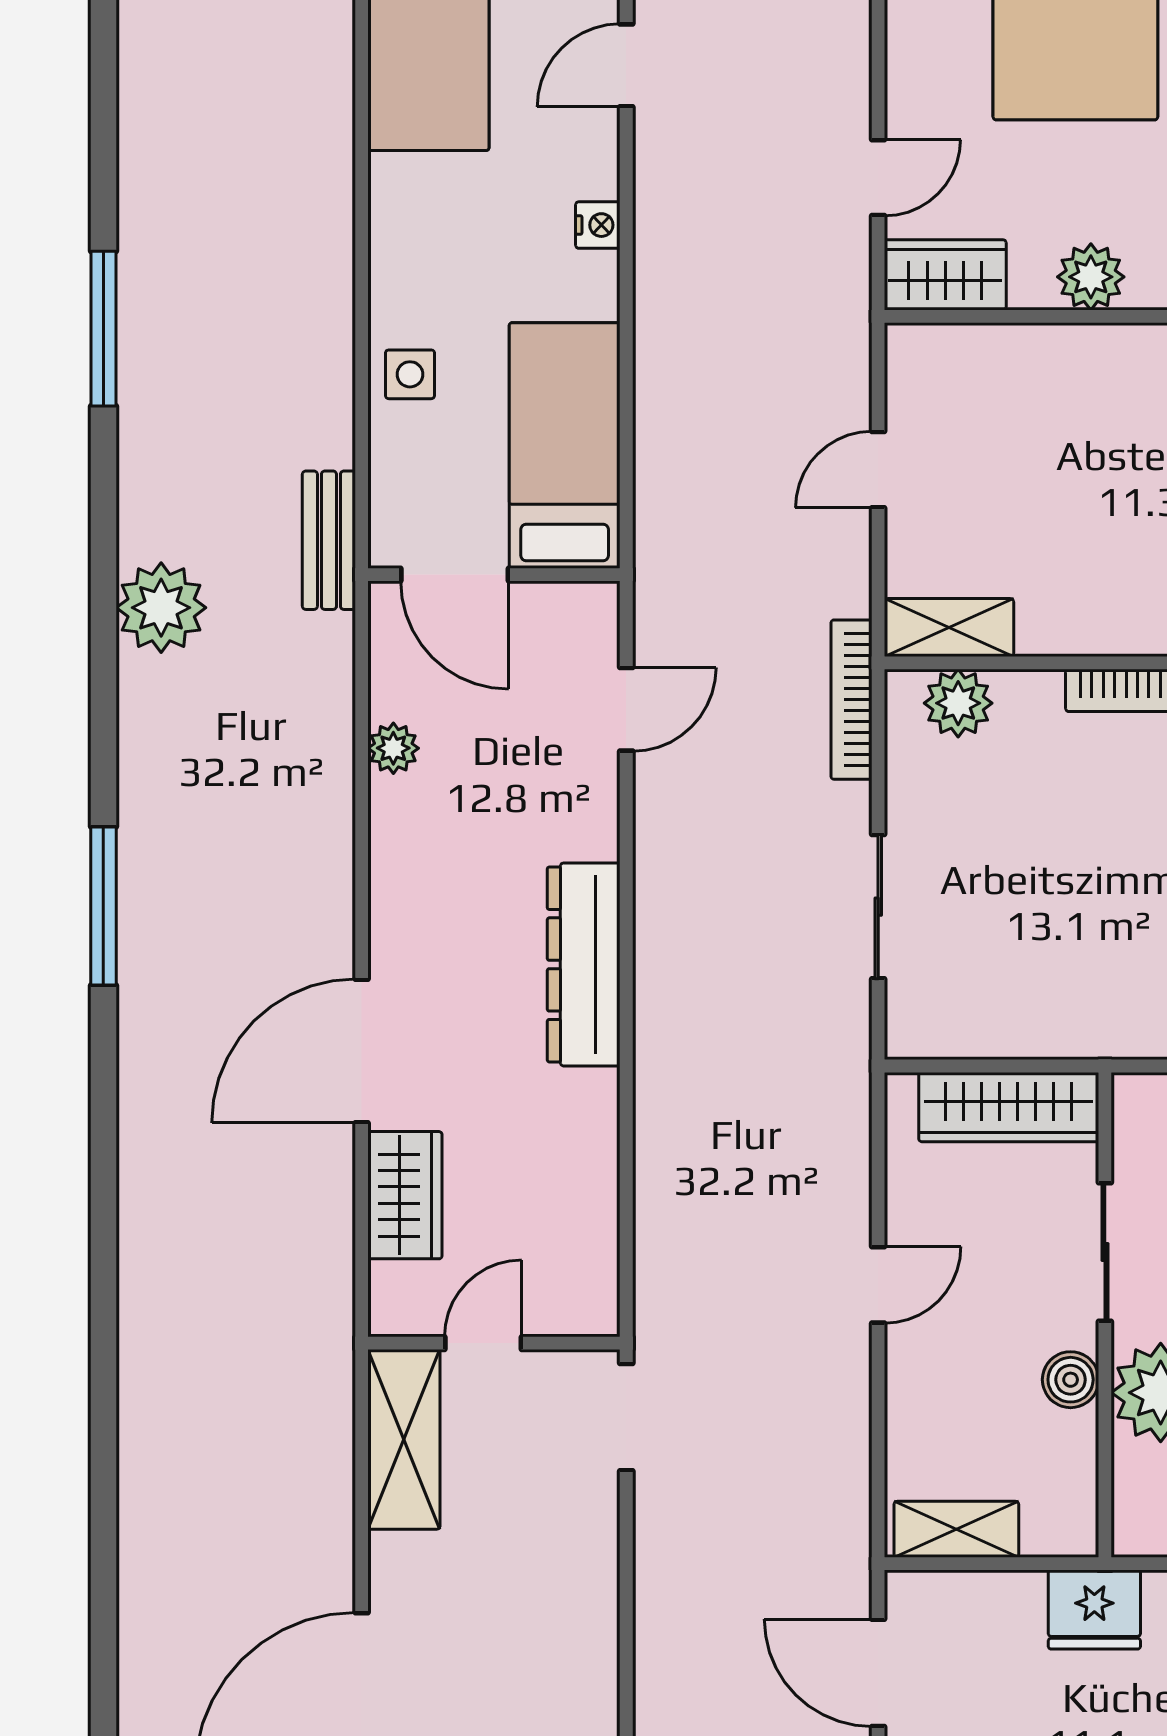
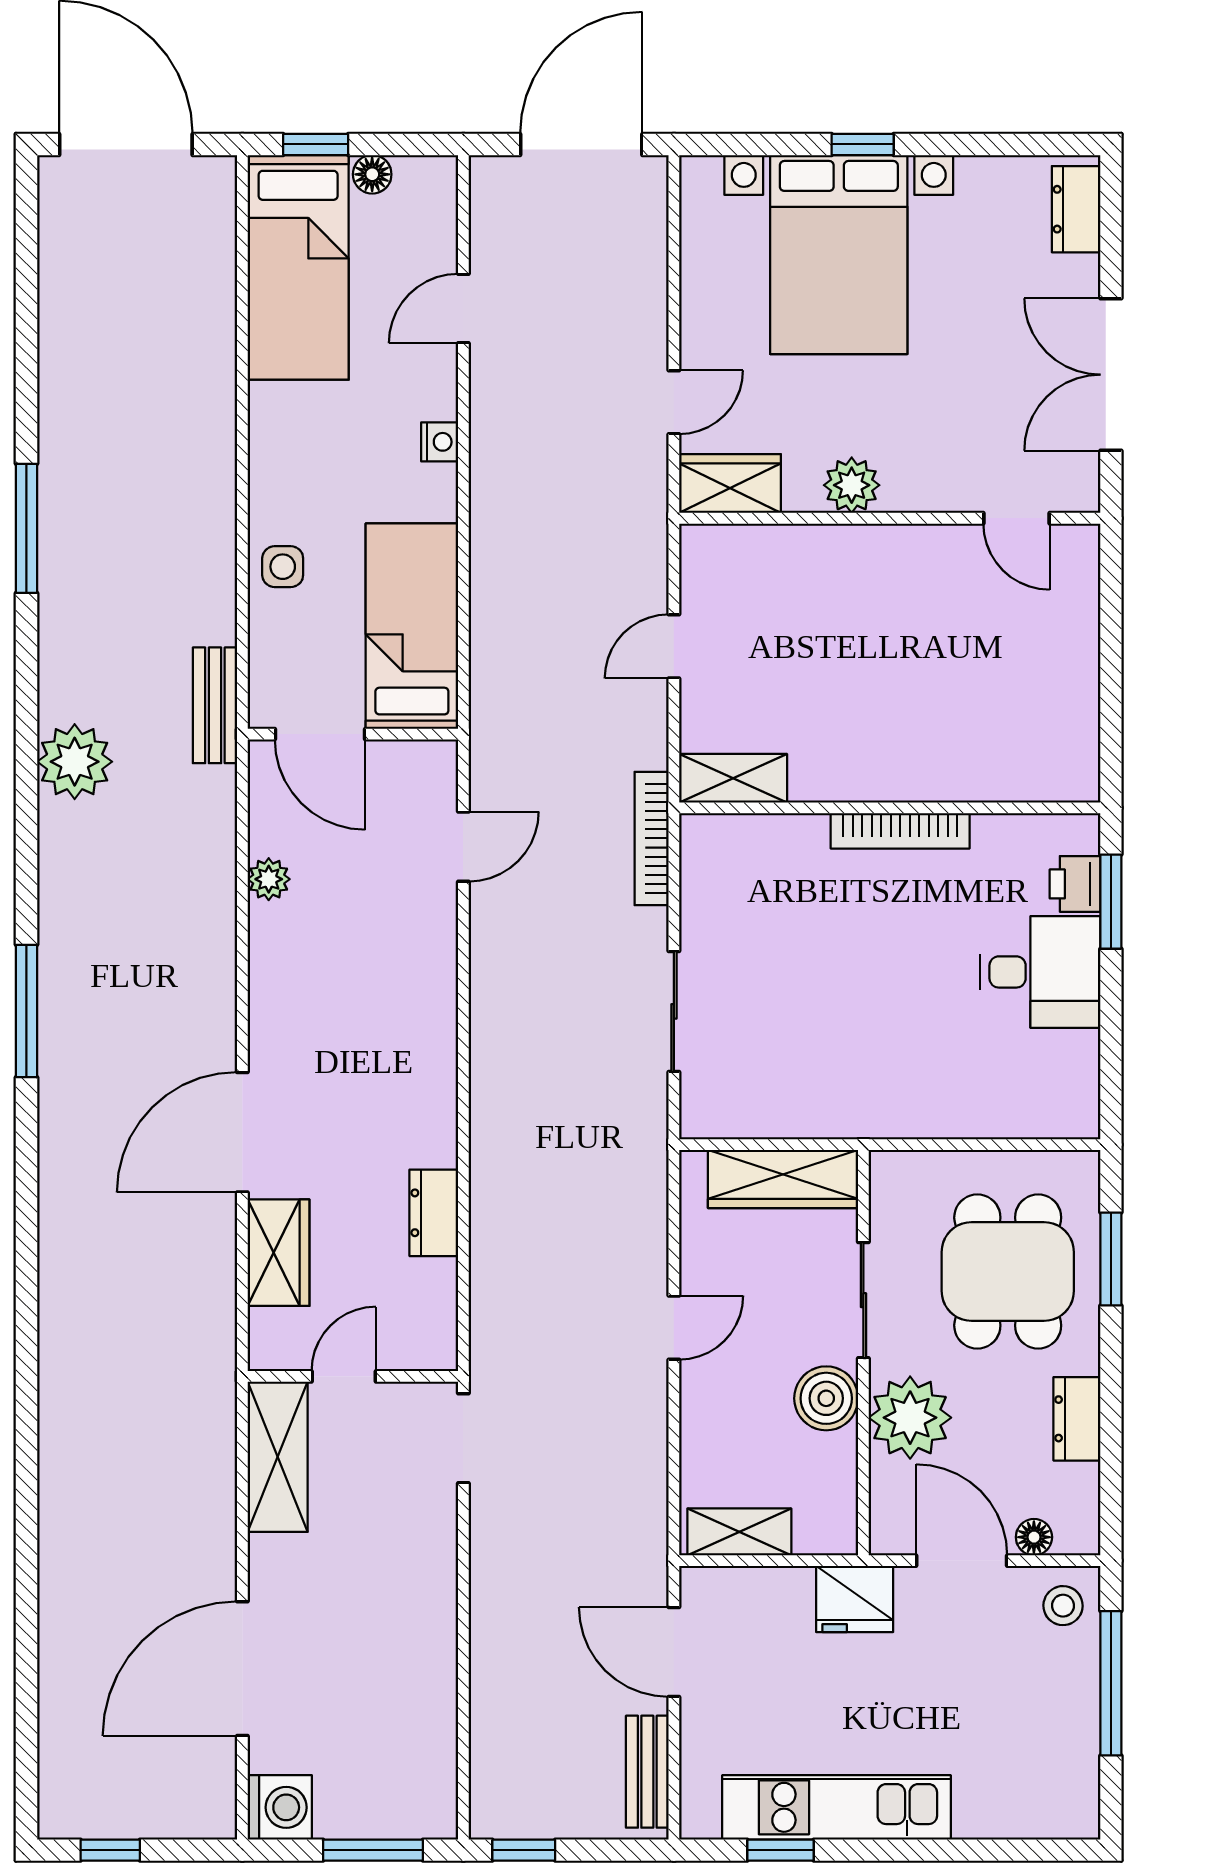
plant: (958, 703) -> (741, 841), removed
dresser: (584, 964) -> (434, 1213), moved, width x0.51, depth x0.80
boiler: (1071, 1380) -> (826, 1398), width x1.36, depth x1.36

